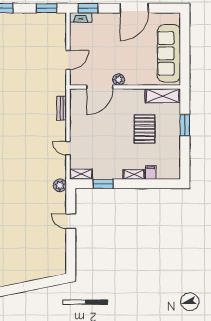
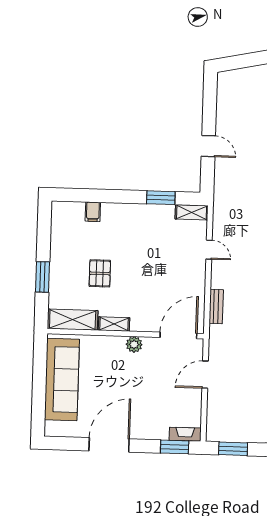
door: (100, 87) -> (178, 335), moved
pallet: (145, 129) -> (100, 273), width x0.67, depth x0.71
shelving: (134, 174) -> (114, 324), moved
plant: (60, 185) -> (222, 197), removed

